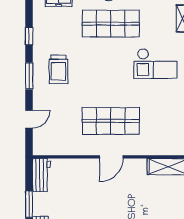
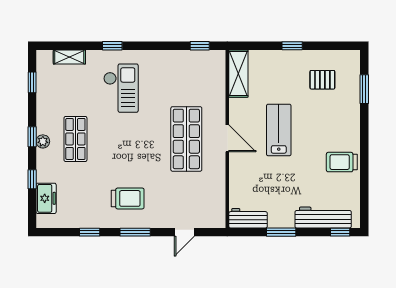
shop shelf: (111, 24) -> (75, 139), width x0.70, depth x0.74
door: (29, 119) -> (184, 232), swing flipped
lab bench: (119, 202) -> (279, 130), added

